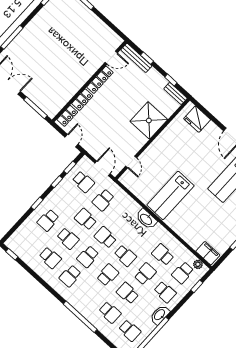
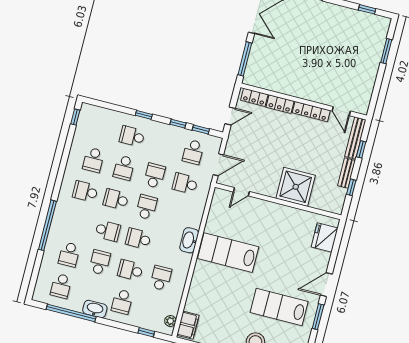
bench: (175, 93) -> (346, 173), moved
school desk: (125, 256) -> (138, 239), turned 90
school desk: (183, 273) -> (153, 310), removed
school desk: (145, 274) -> (130, 270), turned 180

